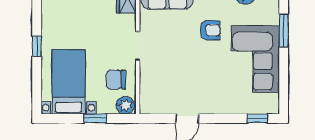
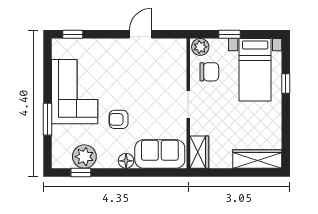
window: (37, 46) -> (286, 84), moved

